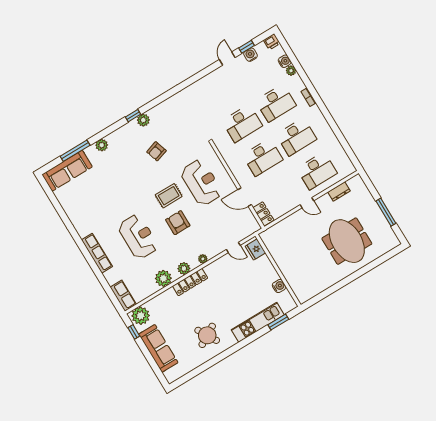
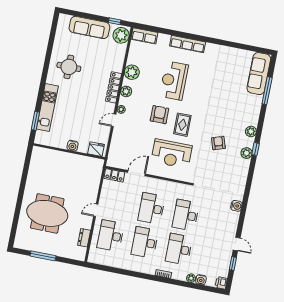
water cooler: (251, 55) -> (236, 206), moved
plant: (102, 145) -> (251, 131), moved
armchair: (178, 223) -> (159, 115), turned -90
reception desk: (138, 237) -> (174, 81), turned 90
door: (233, 247) -> (114, 120), moved
water cooler: (279, 286) -> (73, 146), moved
round table: (207, 335) -> (69, 67), turned 30

